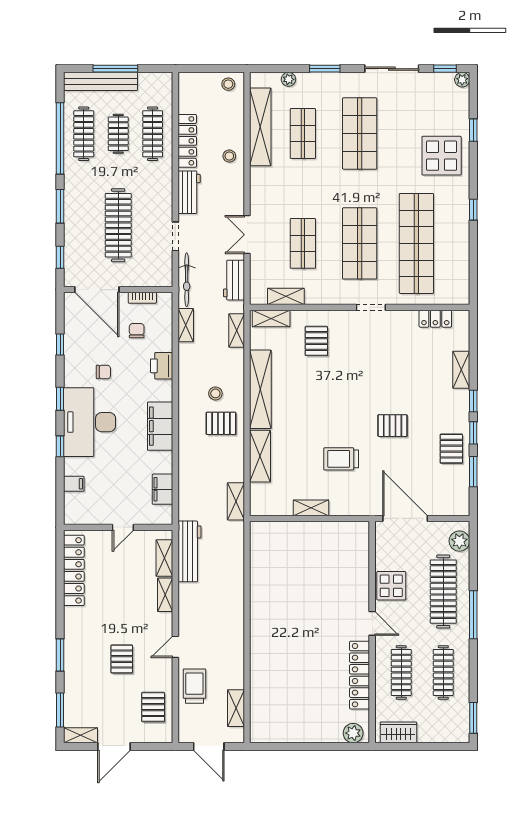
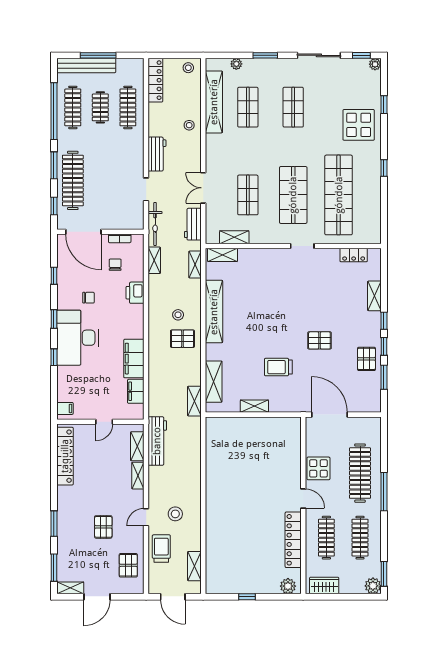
shop shelf: (360, 133) -> (293, 107), width x0.70, depth x0.74
locker: (187, 141) -> (155, 80), moved
clothes rail: (118, 225) -> (73, 180), moved
pallet: (316, 341) -> (259, 273), removed
filing cabinet: (160, 426) -> (134, 359), moved
shelving: (260, 456) -> (214, 382), moved
filing cabinet: (74, 484) -> (65, 408), moved
plant: (459, 541) -> (373, 586), moved
stool: (212, 643) -> (175, 514), added
window: (302, 746) -> (247, 597), added

